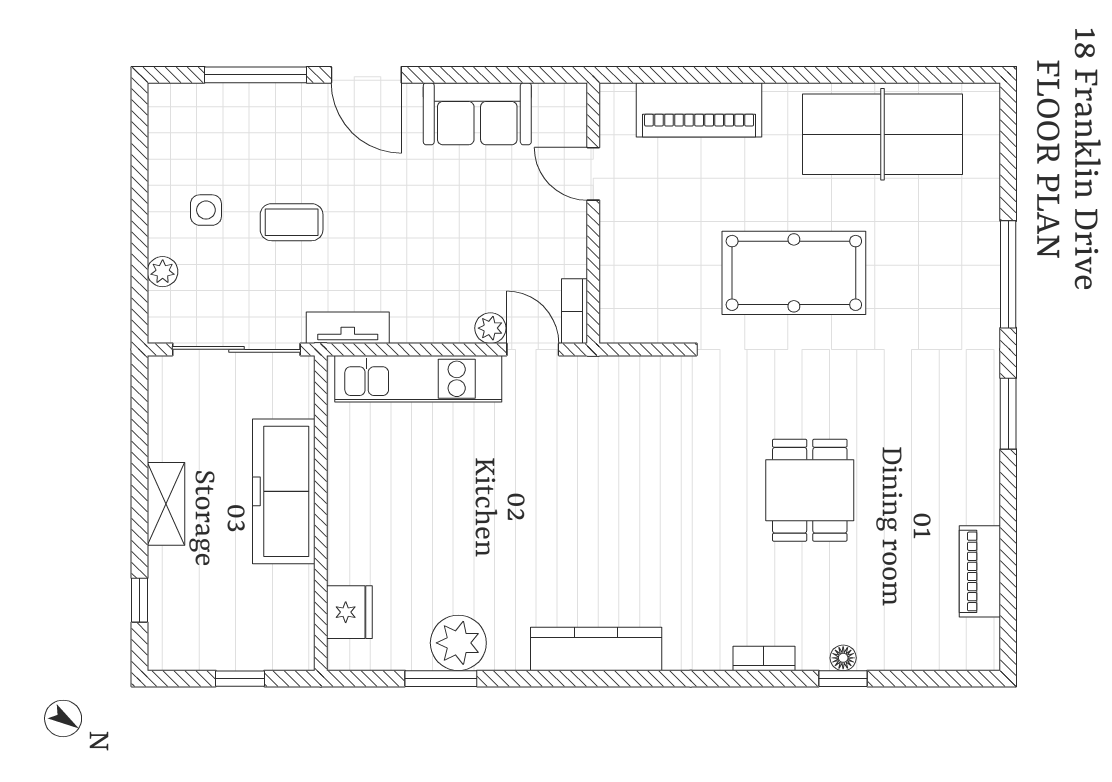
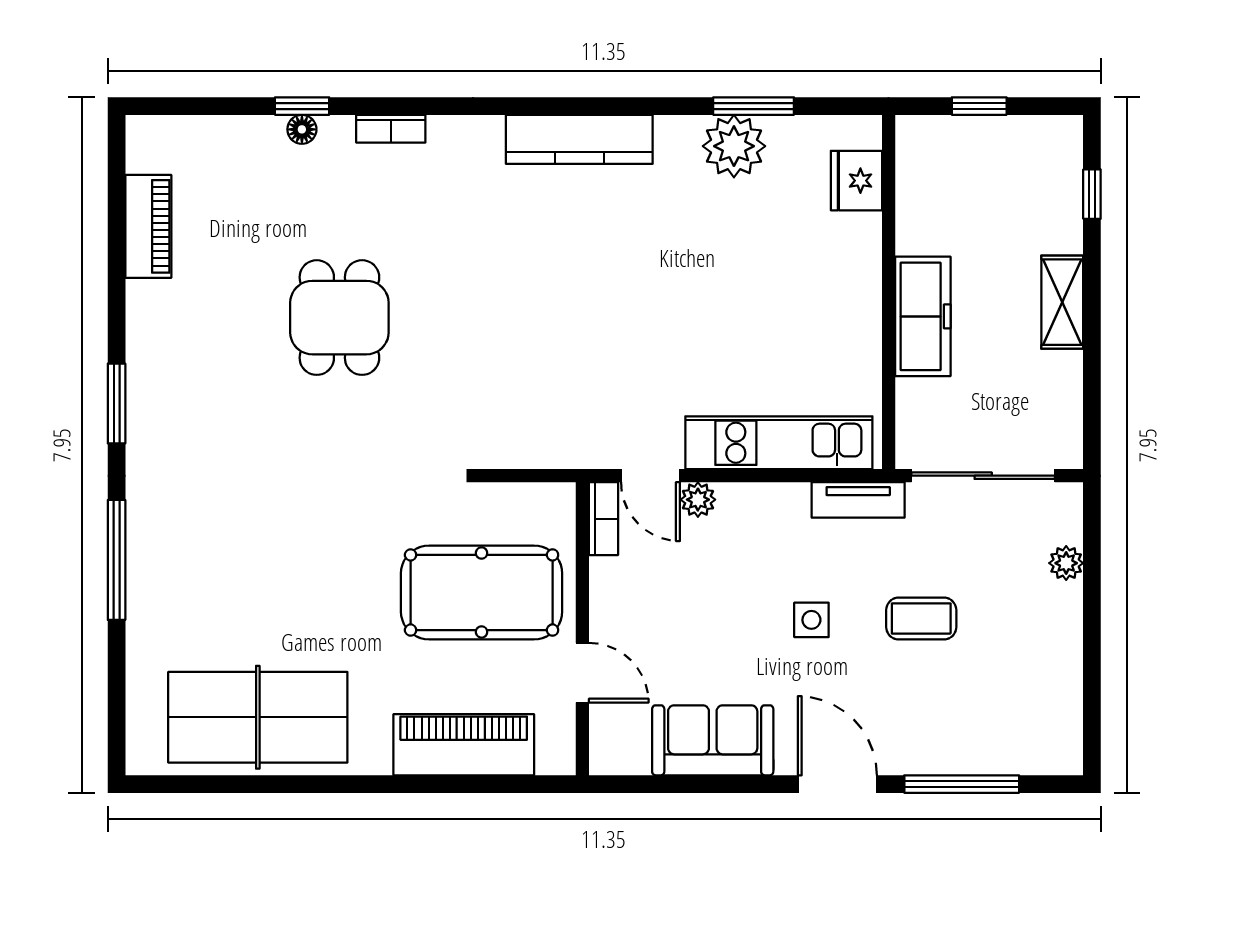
side table: (206, 210) -> (811, 620), moved
pool table: (794, 273) -> (482, 592), moved
freezer: (284, 491) -> (923, 316), width x0.73, depth x0.79

